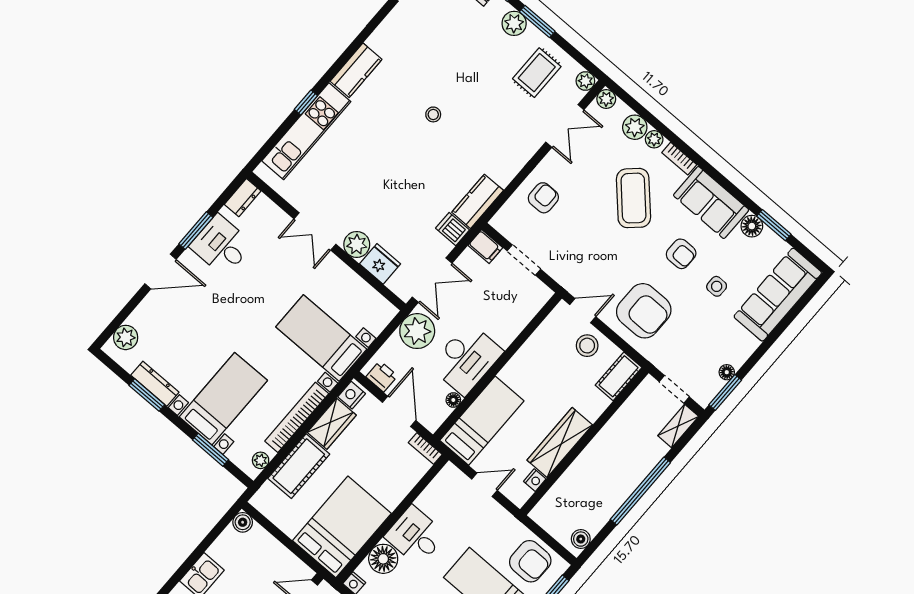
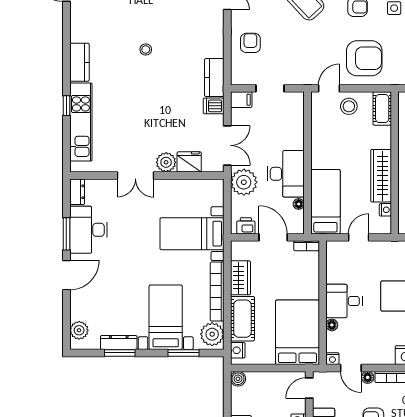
desk: (221, 245) -> (88, 230), width x1.37
nightstand: (352, 395) -> (238, 350), moved
plant: (261, 460) -> (212, 334), width x1.88, depth x1.88
floor lamp: (383, 559) -> (332, 325), width x0.53, depth x0.53

